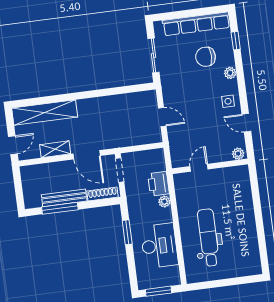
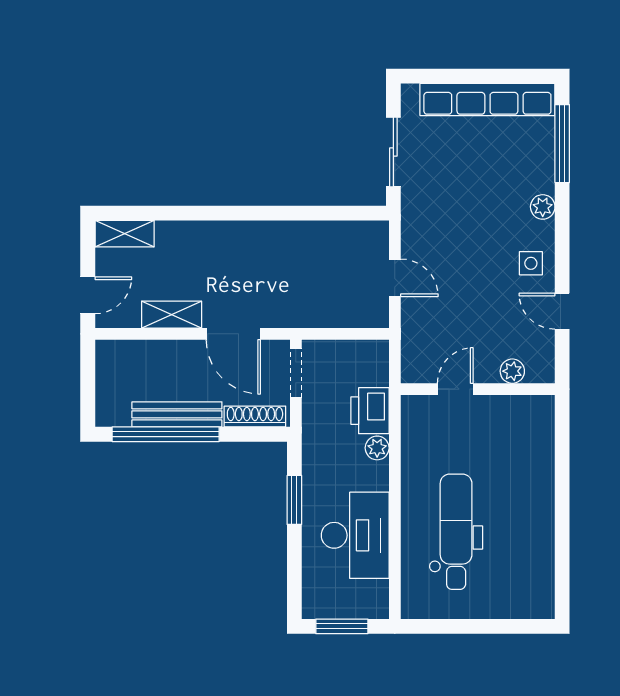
window: (236, 41) -> (562, 144), width x2.17
chair: (206, 57) -> (497, 168), removed
shelving: (45, 113) -> (125, 234), width x0.45, depth x0.75
plant: (238, 154) -> (512, 371), moved
window: (60, 208) -> (166, 434), width x1.46

